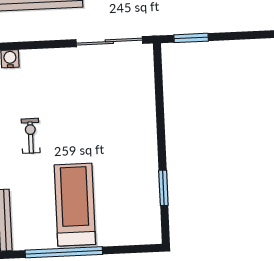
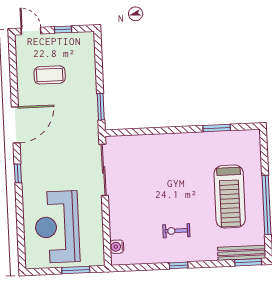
treadmill: (75, 205) -> (230, 197), turned -90

